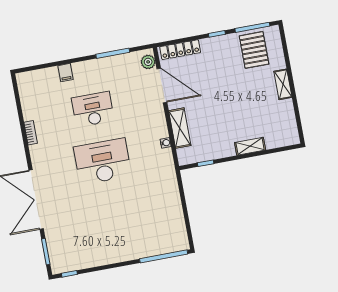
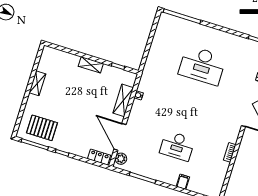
locker: (180, 50) -> (99, 157), width x0.66
pallet: (254, 50) -> (42, 128), turned 90
shelving: (283, 84) -> (37, 83), moved
shelving: (250, 146) -> (91, 65), moved
desk: (103, 161) -> (202, 65), moved

